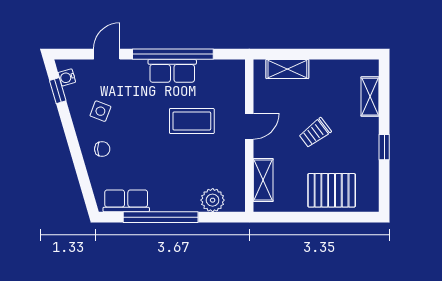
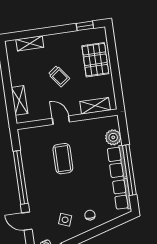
row of seats: (172, 71) -> (117, 162), moved, turned 180
window: (384, 147) -> (85, 26), moved

